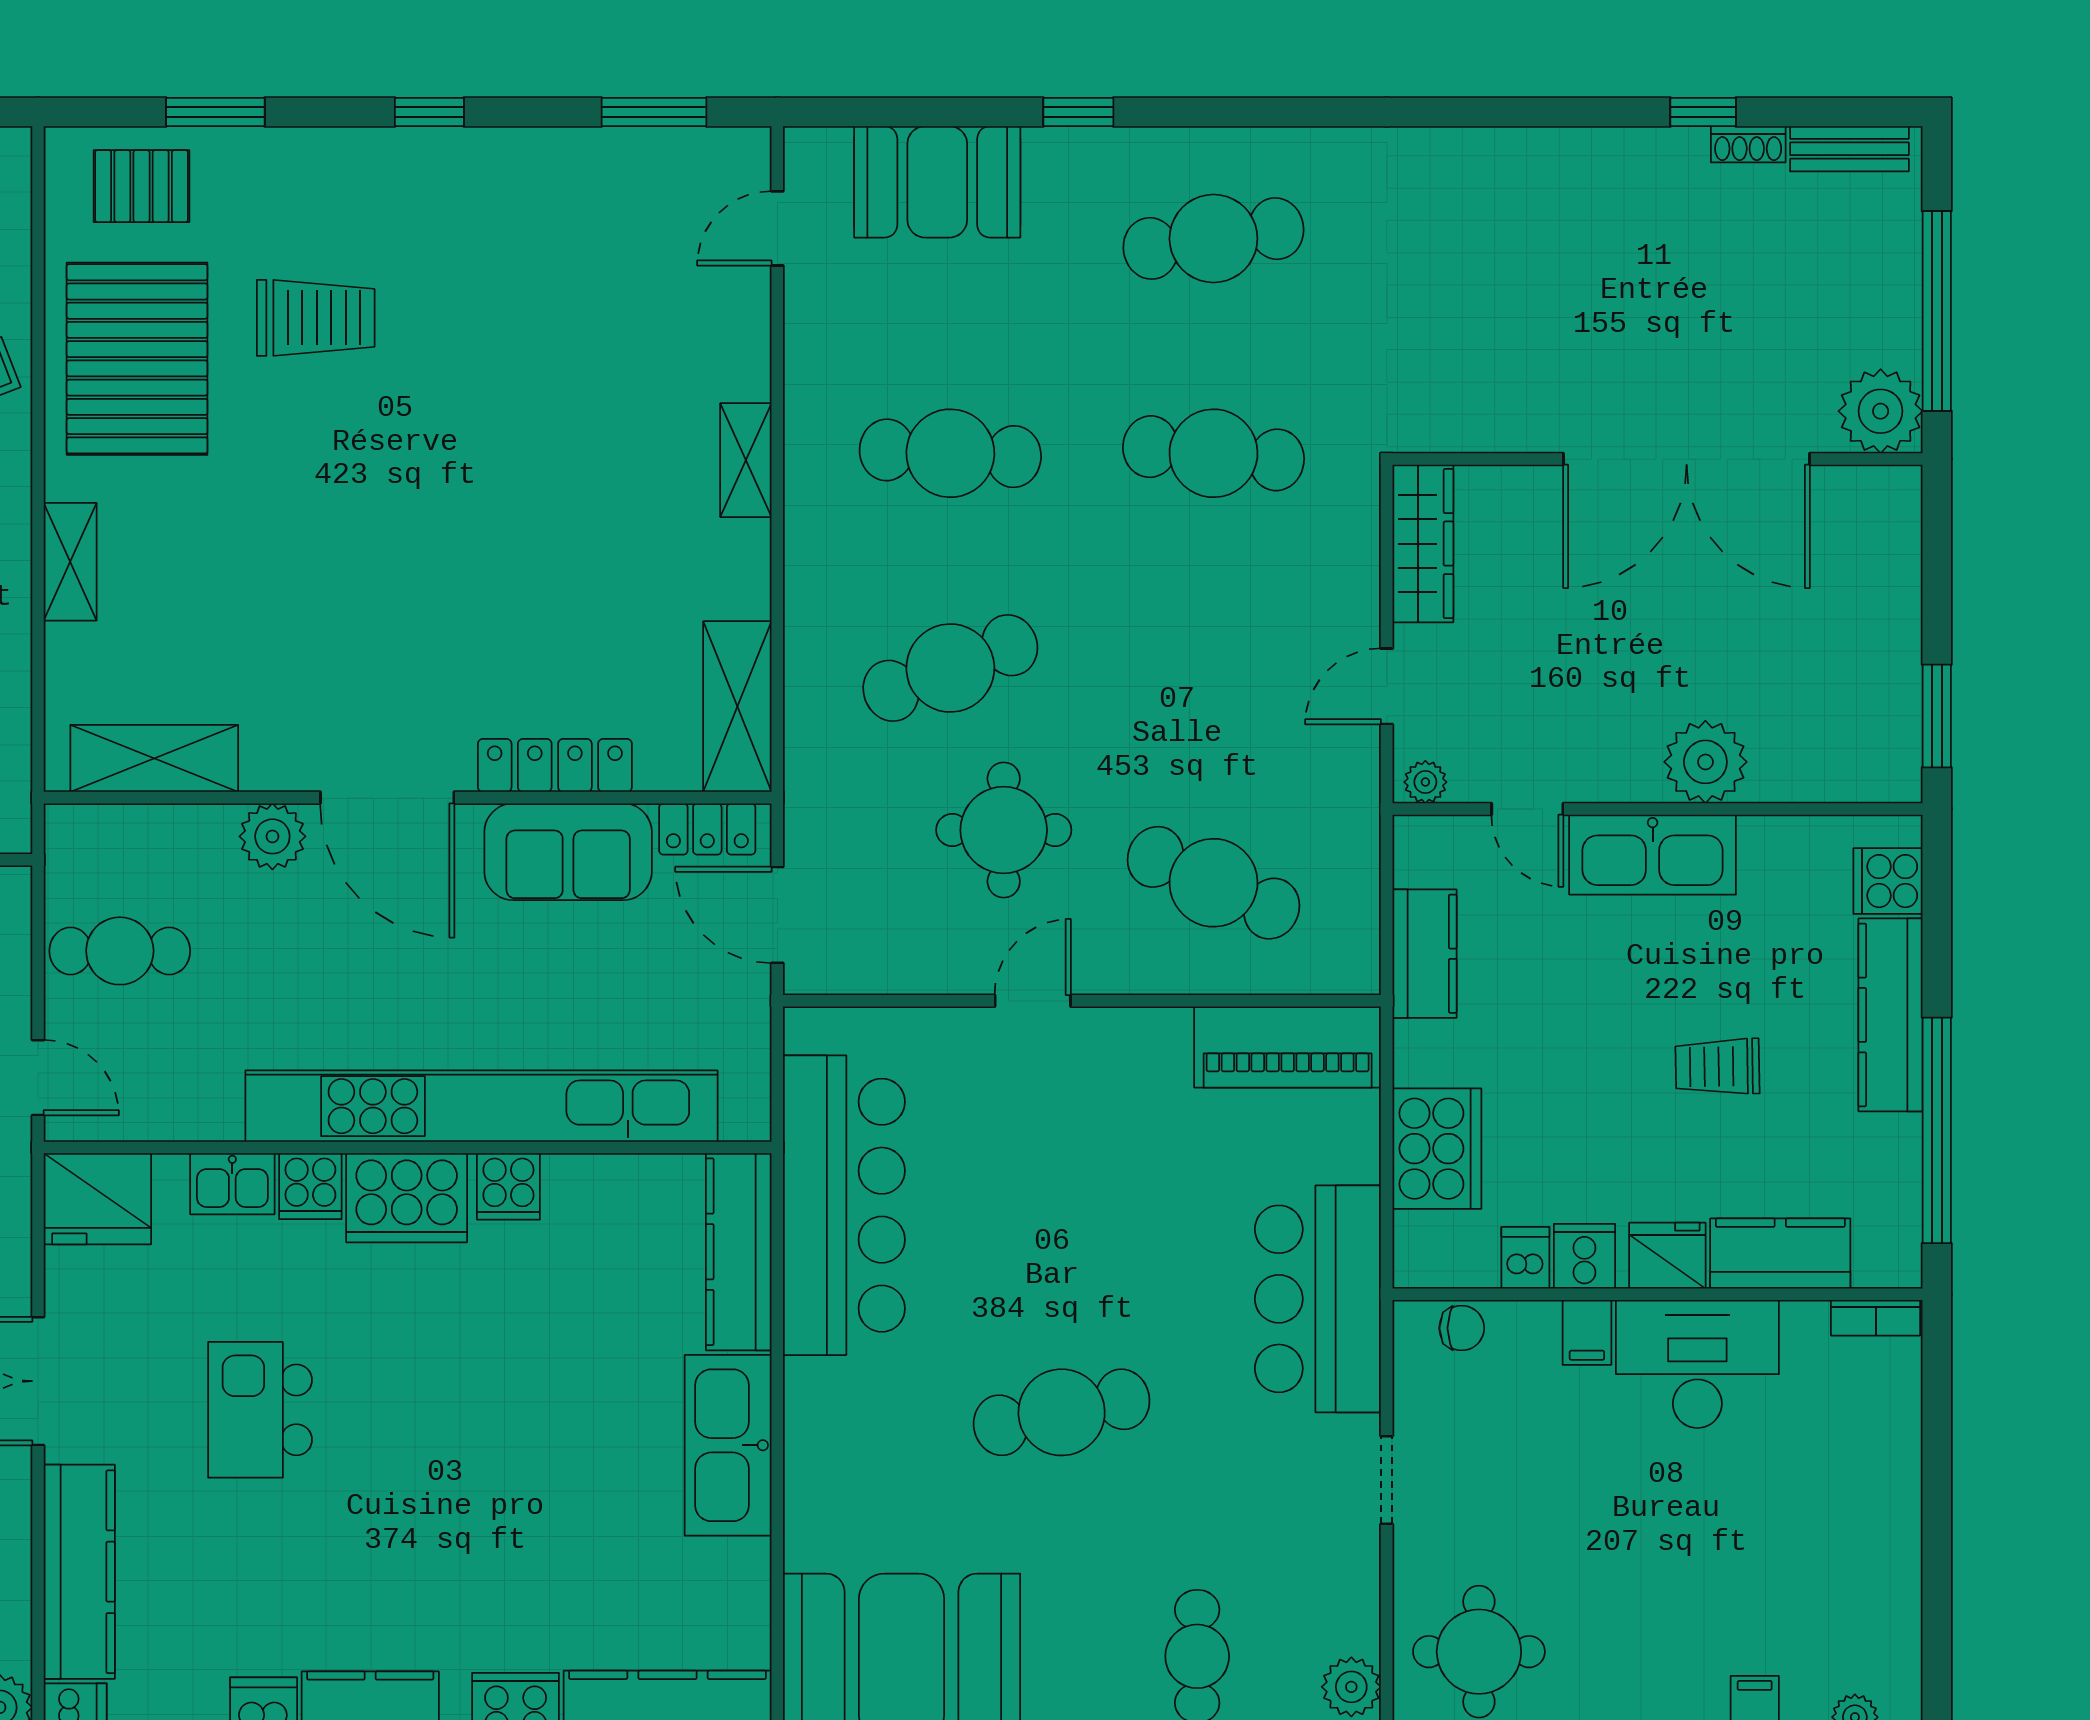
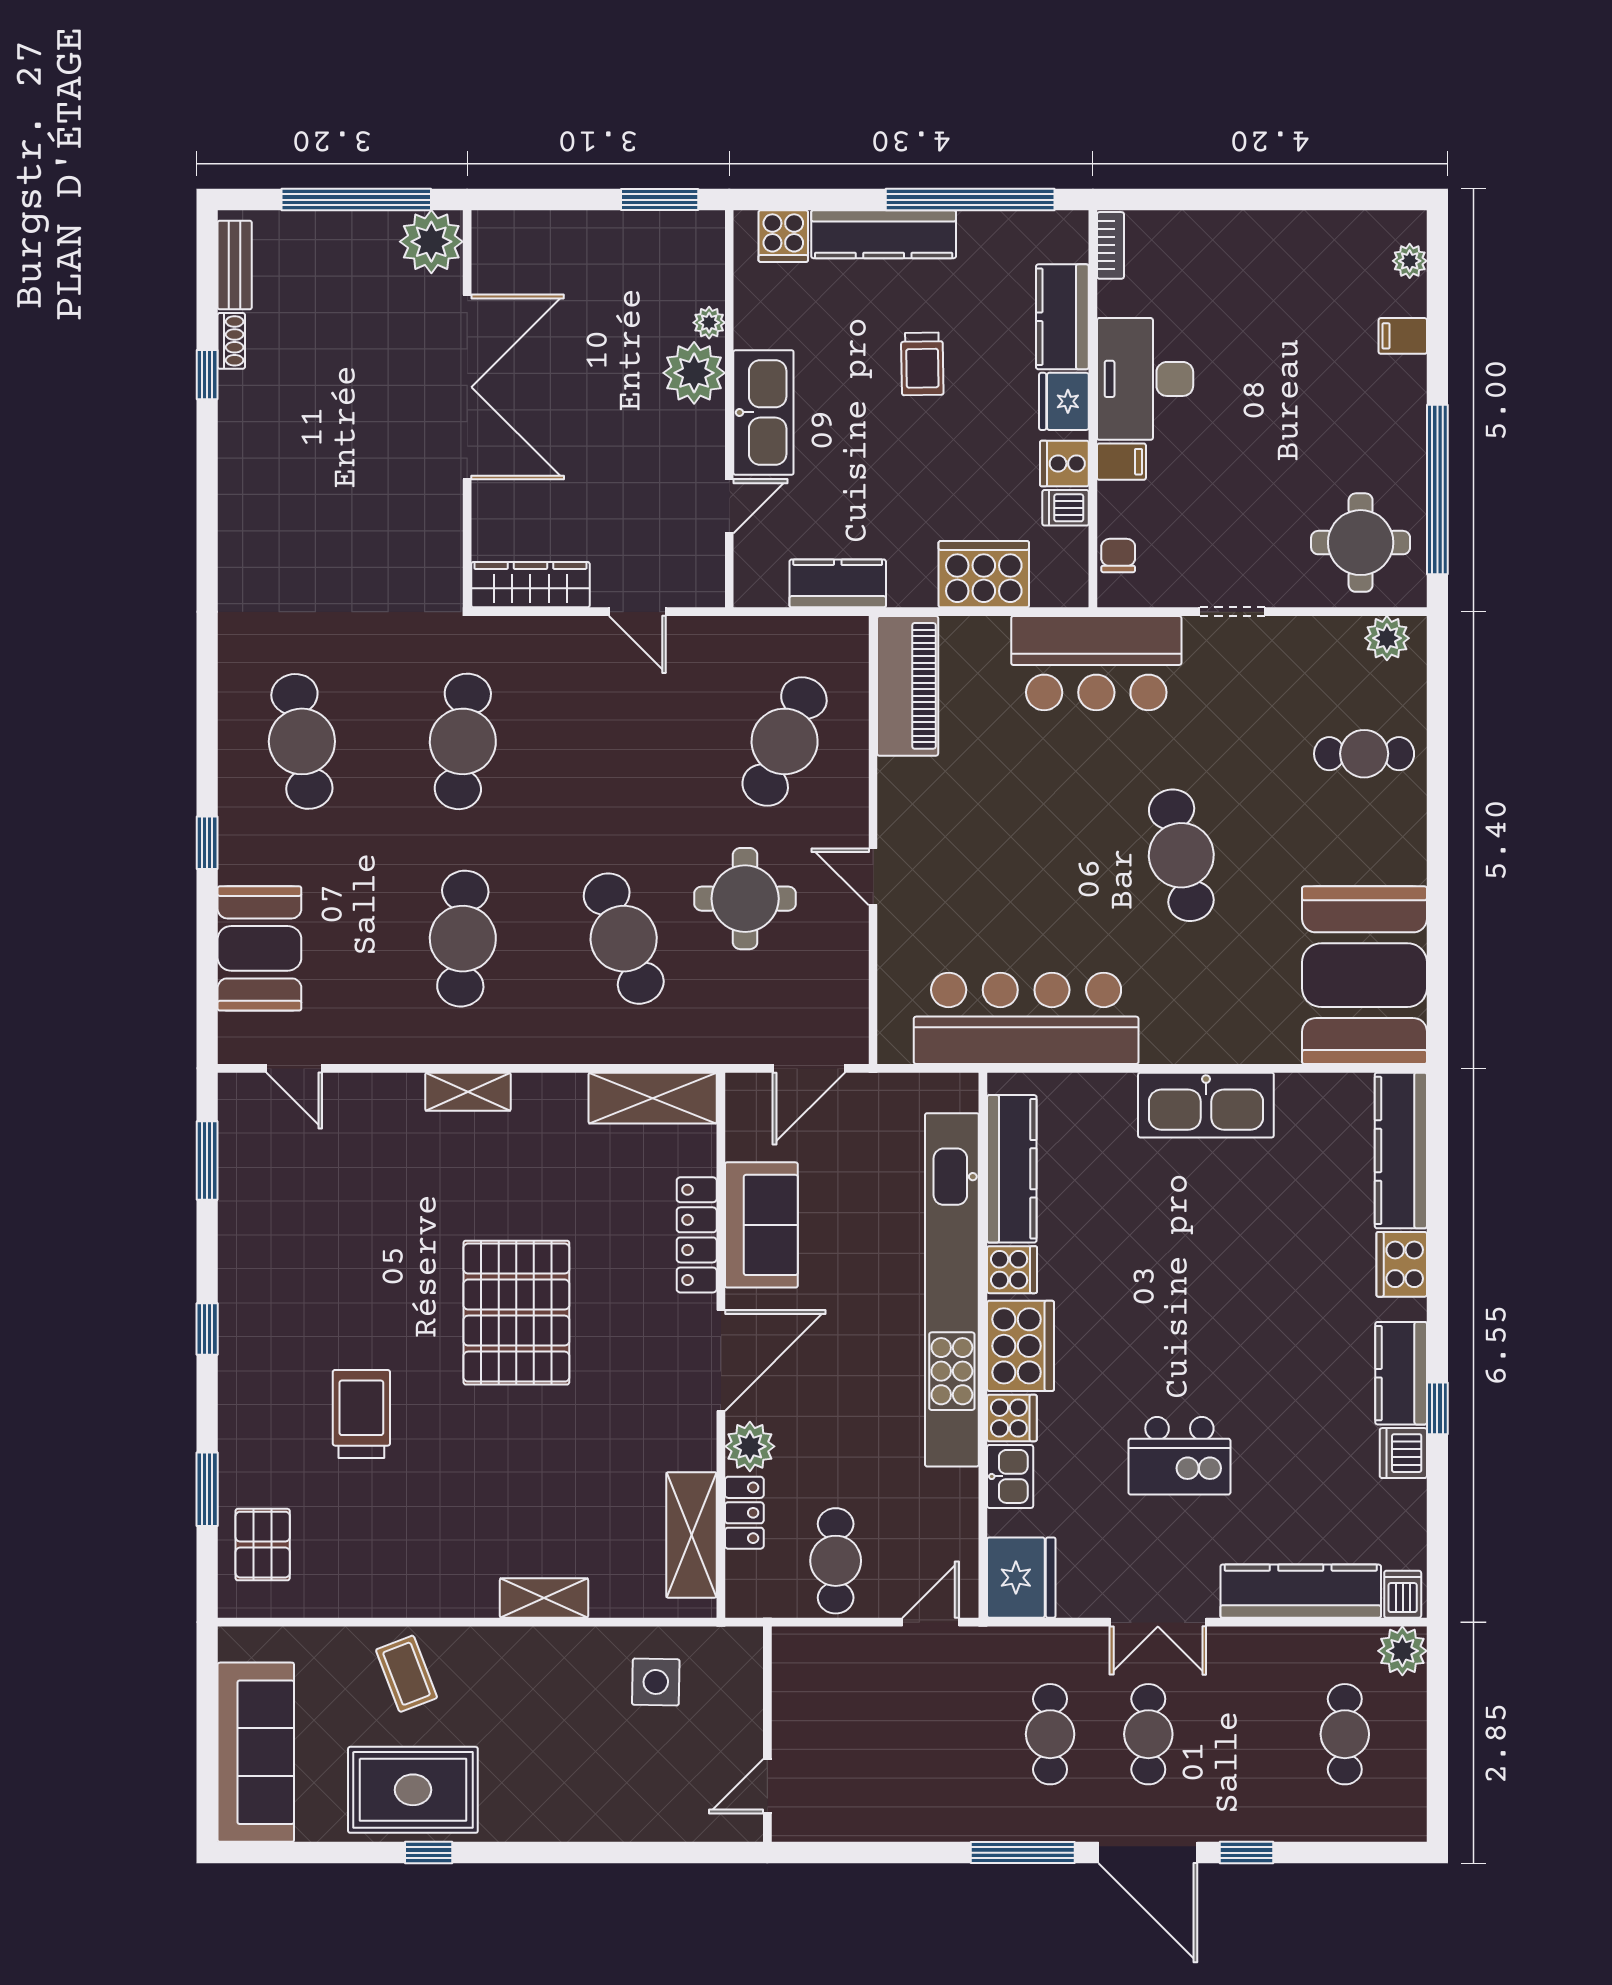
pallet: (137, 359) -> (516, 1313), moved, turned 90
plant: (1425, 782) -> (709, 323), moved
locker: (707, 829) -> (744, 1513), moved
kitchen counter: (739, 1252) -> (1012, 1169), moved, turned -90

